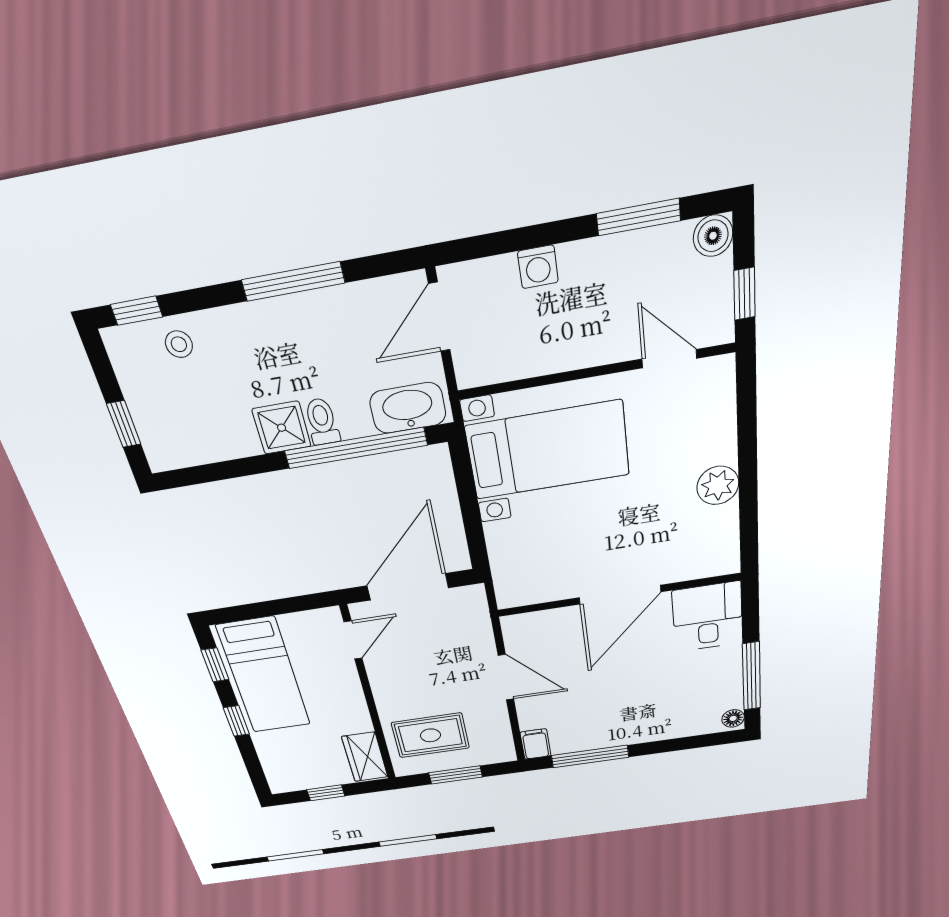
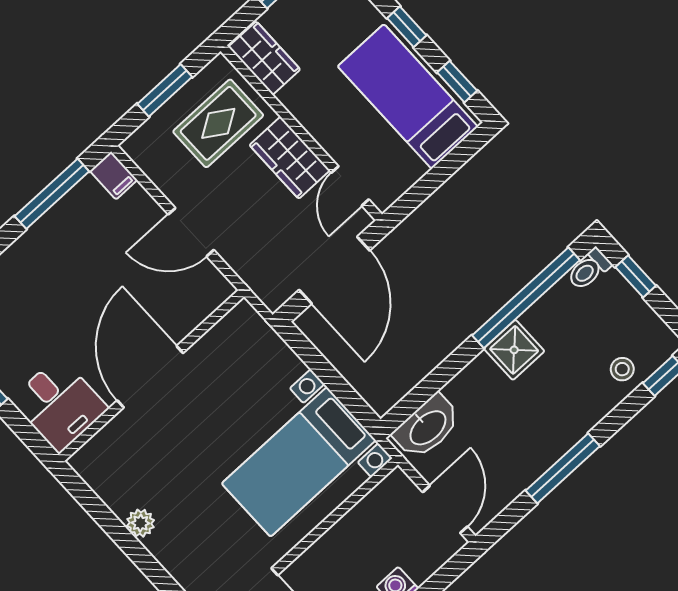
toilet: (322, 422) -> (589, 269), moved, turned 90
window: (356, 448) -> (526, 298), moved
plant: (718, 485) -> (140, 523), width x0.73, depth x0.73
wardrobe: (390, 685) -> (290, 158), added

